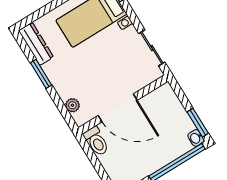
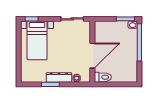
dresser: (36, 44) -> (59, 77), moved

